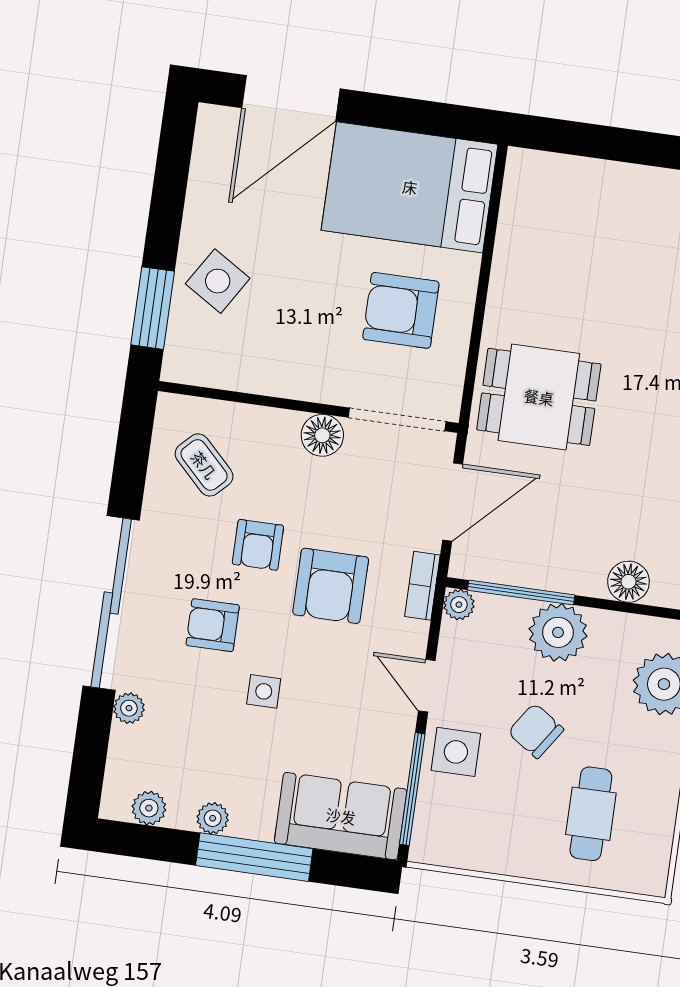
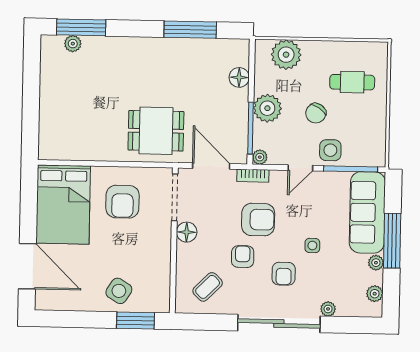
dining table: (539, 397) -> (156, 131), turned 90
armchair: (258, 545) -> (243, 257), turned -90
sofa: (341, 816) -> (367, 212), width x1.36

